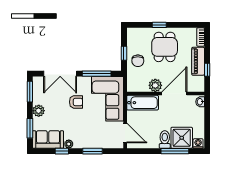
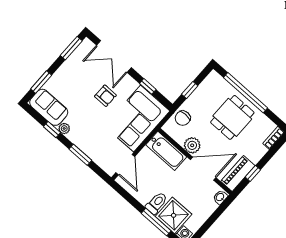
window: (159, 25) -> (245, 93), width x3.17
chair: (138, 61) -> (183, 118), moved
piano: (198, 61) -> (238, 173), moved
window: (97, 74) -> (148, 86), width x0.46
plant: (39, 111) -> (64, 73), removed

